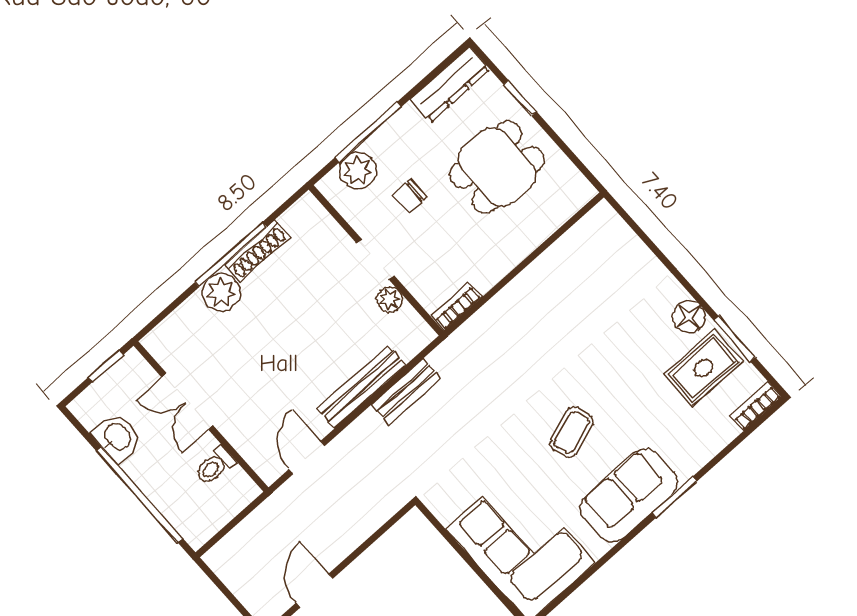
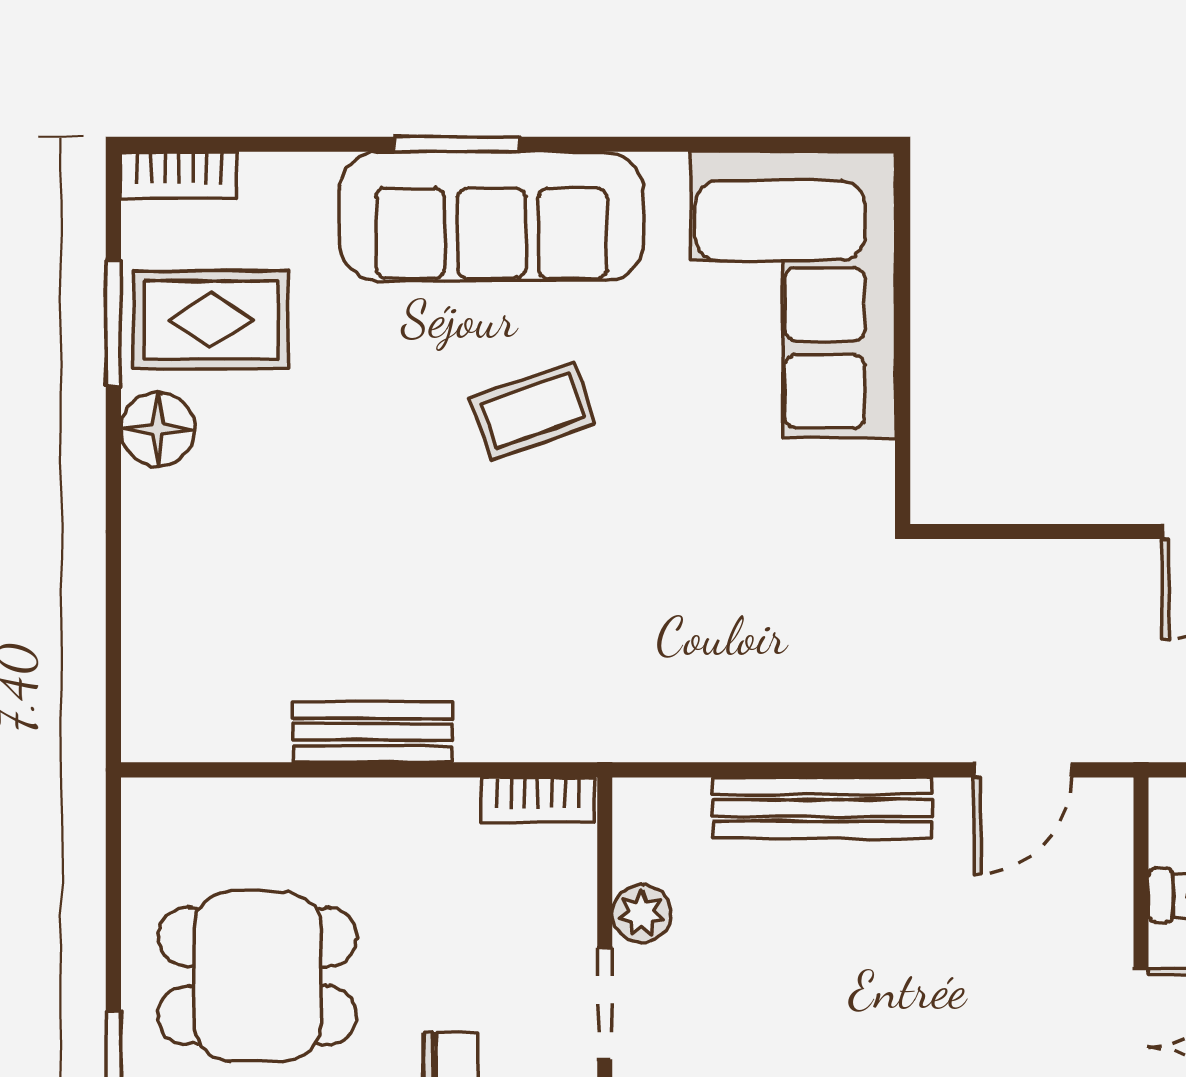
bench: (406, 391) -> (373, 732), moved
sofa: (629, 496) -> (492, 216), width x1.36

